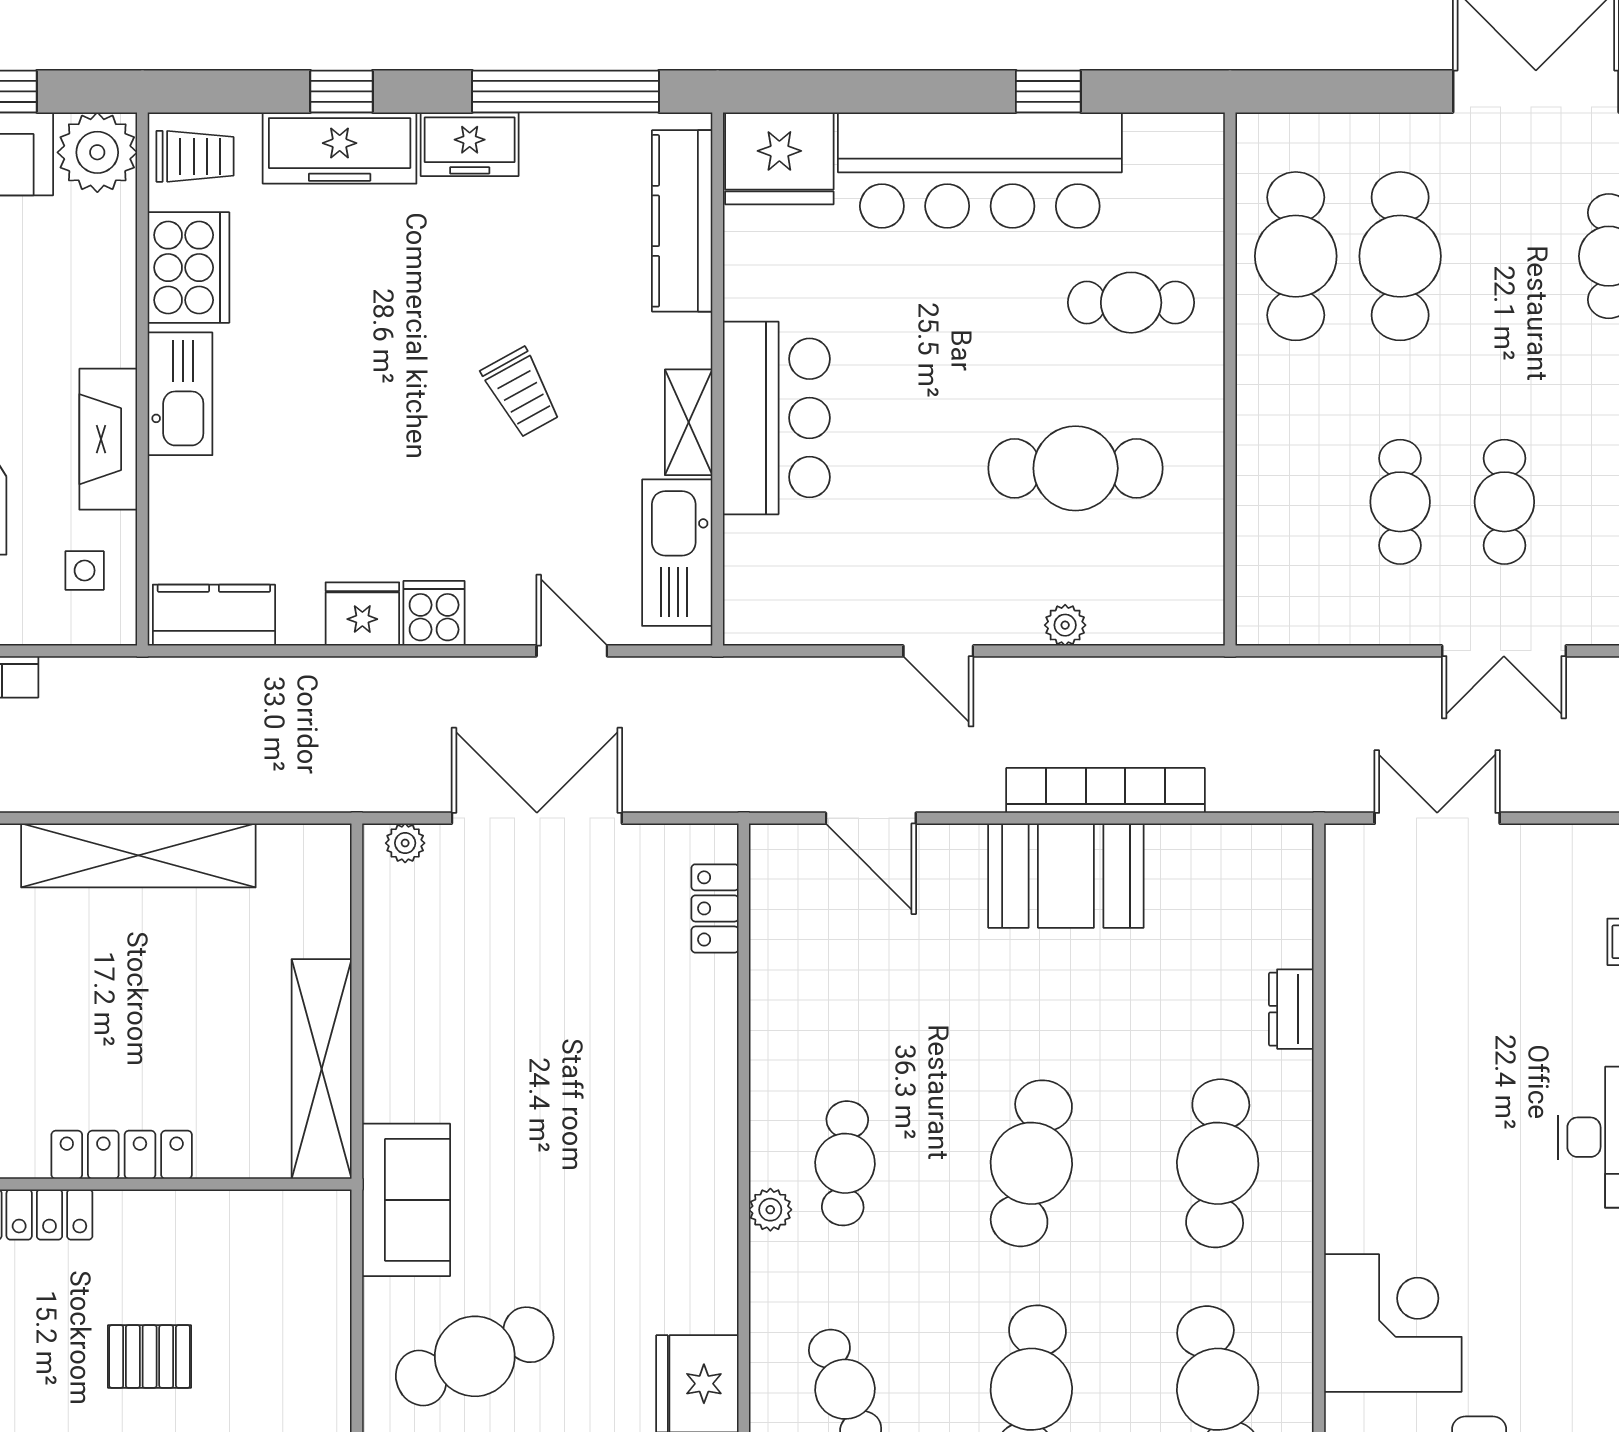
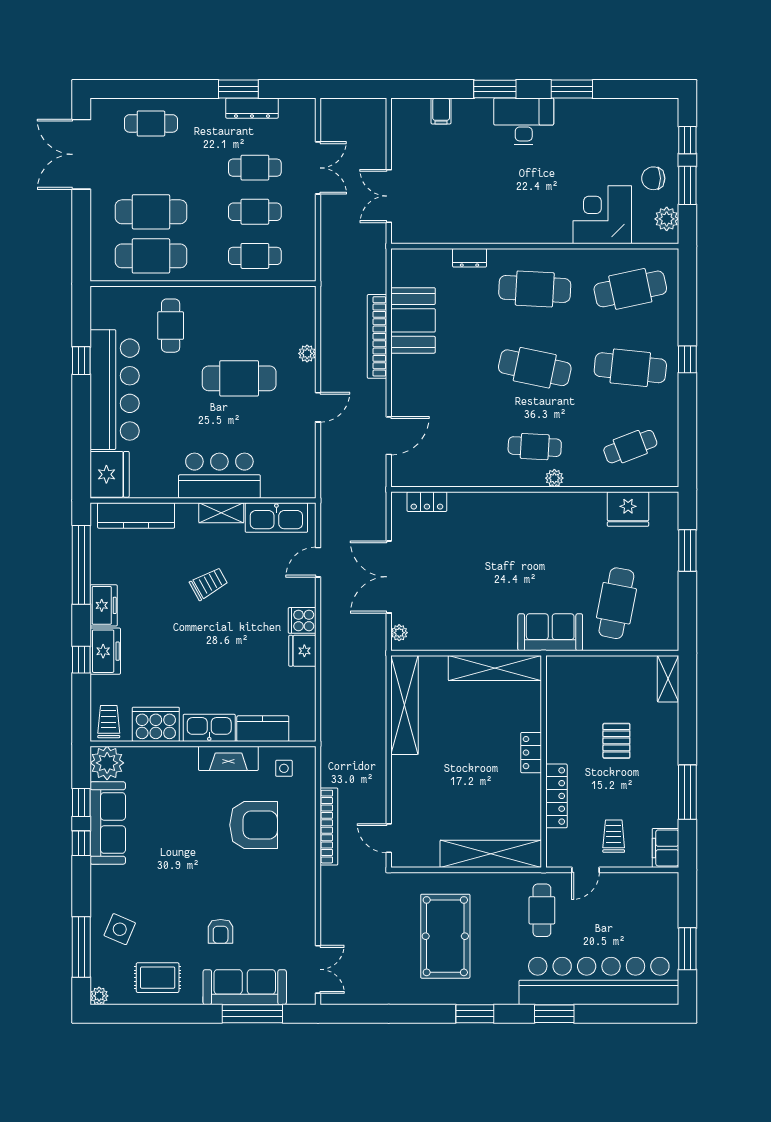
freezer: (340, 148) -> (105, 651), width x0.71
cafe table: (1076, 468) -> (239, 378), moved, turned 90
cafe table: (1296, 502) -> (255, 256), added
kitchen counter: (214, 615) -> (263, 729), moved, turned 90
shelving: (138, 855) -> (404, 705), moved
booth: (1066, 876) -> (413, 320), moved
locker: (122, 1155) -> (531, 753), width x0.66
cafe table: (475, 1356) -> (616, 603), turned 33

